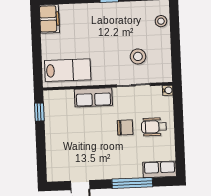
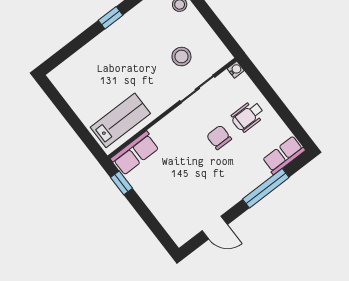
filing cabinet: (49, 19) -> (65, 82), removed
row of seats: (93, 97) -> (135, 153), moved
chair: (125, 127) -> (219, 137), turned -90

